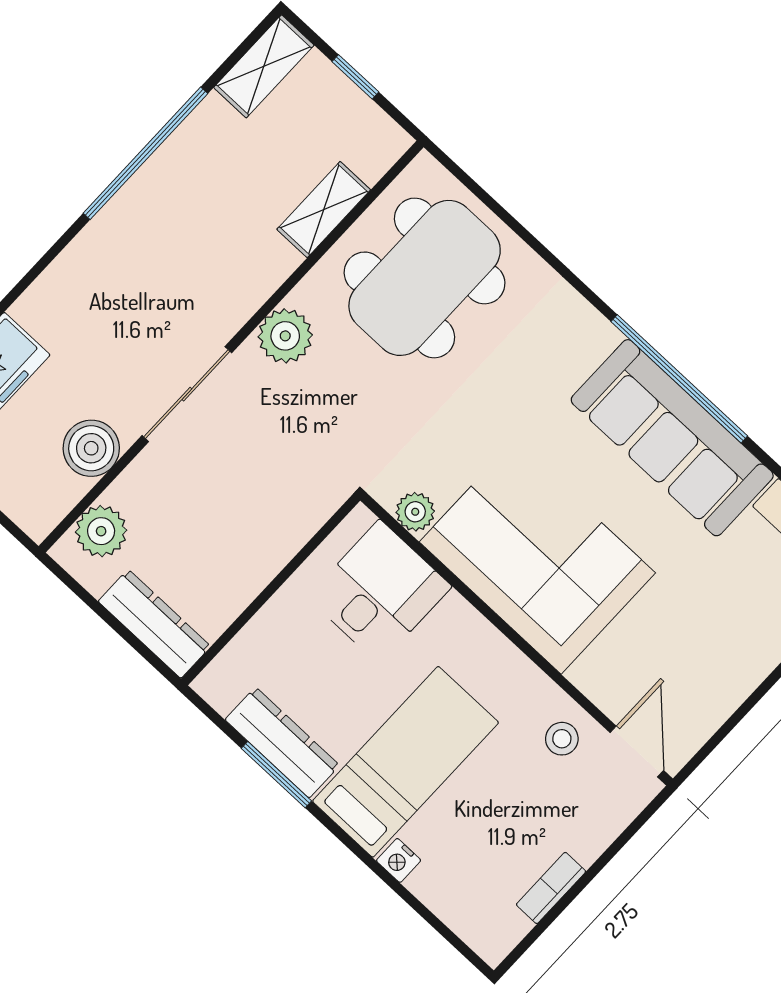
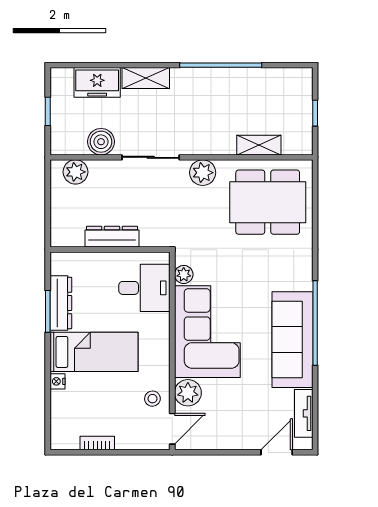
shelving: (264, 66) -> (146, 78), moved
dresser: (154, 624) -> (112, 237), moved, turned -90
plant: (604, 676) -> (188, 393), added

